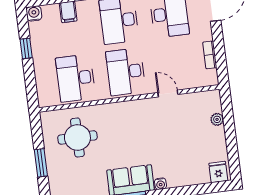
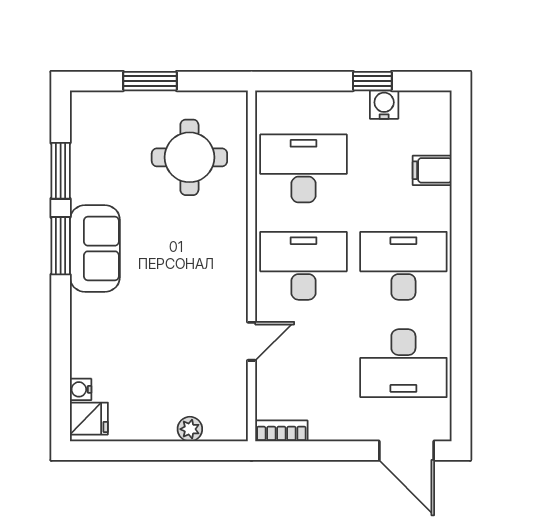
water cooler: (34, 13) -> (384, 105), moved, turned -90
bookcase: (210, 55) -> (281, 431), moved
water cooler: (160, 184) -> (81, 389), moved

